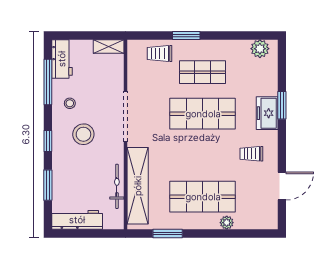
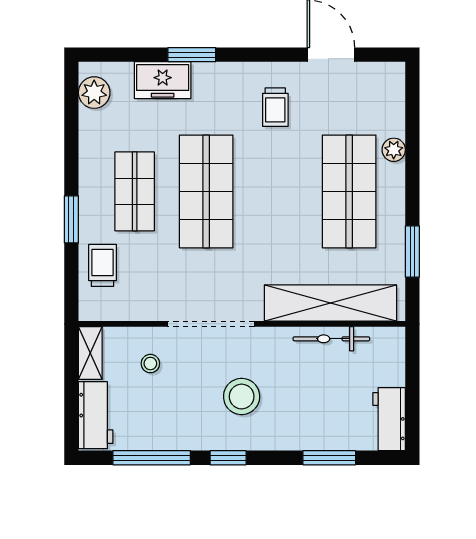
trolley: (160, 53) -> (102, 265), turned 180
workbench: (62, 59) -> (96, 415), moved, turned 90
stool: (70, 103) -> (150, 364), moved
freezer: (267, 113) -> (163, 80), moved
window: (48, 141) -> (228, 458), moved
workbench: (77, 220) -> (389, 419), width x0.73

